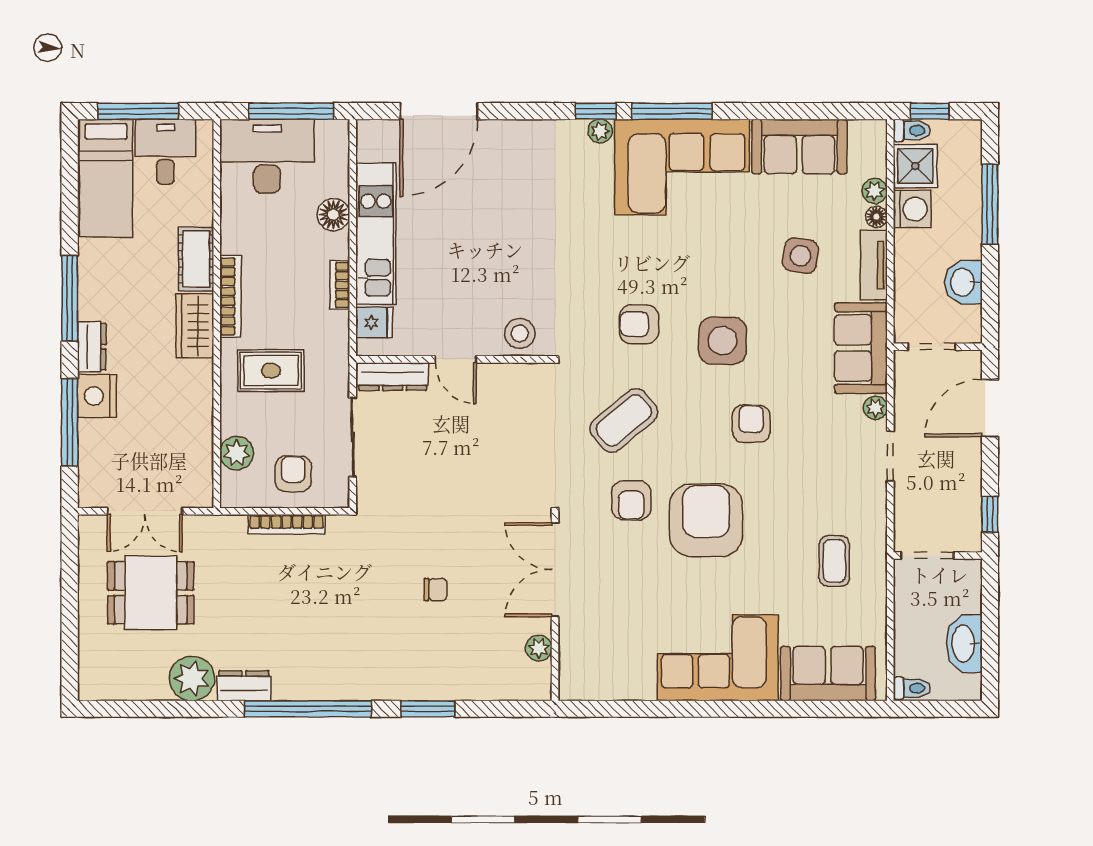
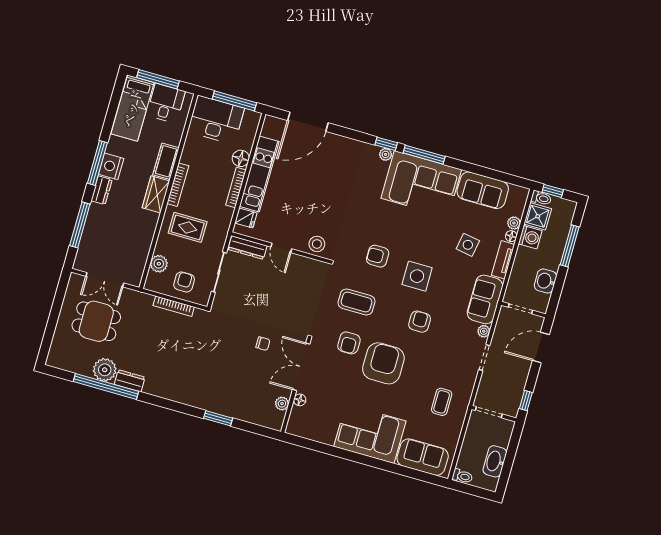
bookcase: (340, 285) -> (236, 188), width x1.56
nightstand: (97, 396) -> (111, 166), moved
coffee table: (624, 420) -> (356, 302), turned 40
chair: (436, 590) -> (263, 344), moved
floor lamp: (570, 632) -> (300, 400), added
window: (308, 709) -> (106, 386), moved

